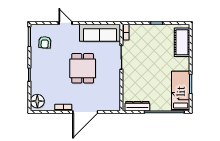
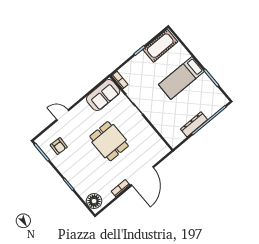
sofa: (100, 33) -> (103, 95), width x0.73
cot: (182, 42) -> (160, 46), moved, turned 90
bed: (181, 91) -> (181, 78), moved, turned -90
dresser: (137, 106) -> (194, 124), moved

